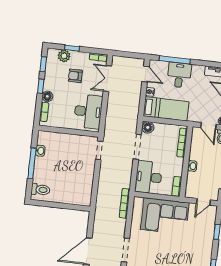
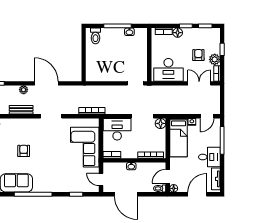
plant: (64, 56) -> (215, 59), moved
desk: (179, 75) -> (209, 157), moved

